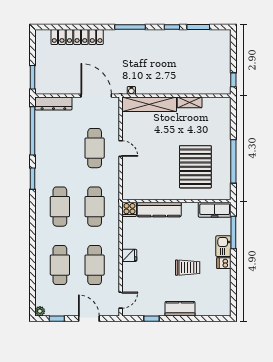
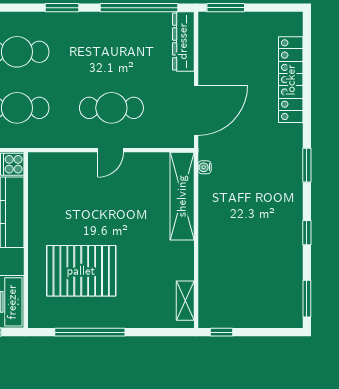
window: (130, 27) -> (307, 165), width x0.69
window: (198, 27) -> (307, 299), moved
shelving: (190, 102) -> (185, 301), moved

